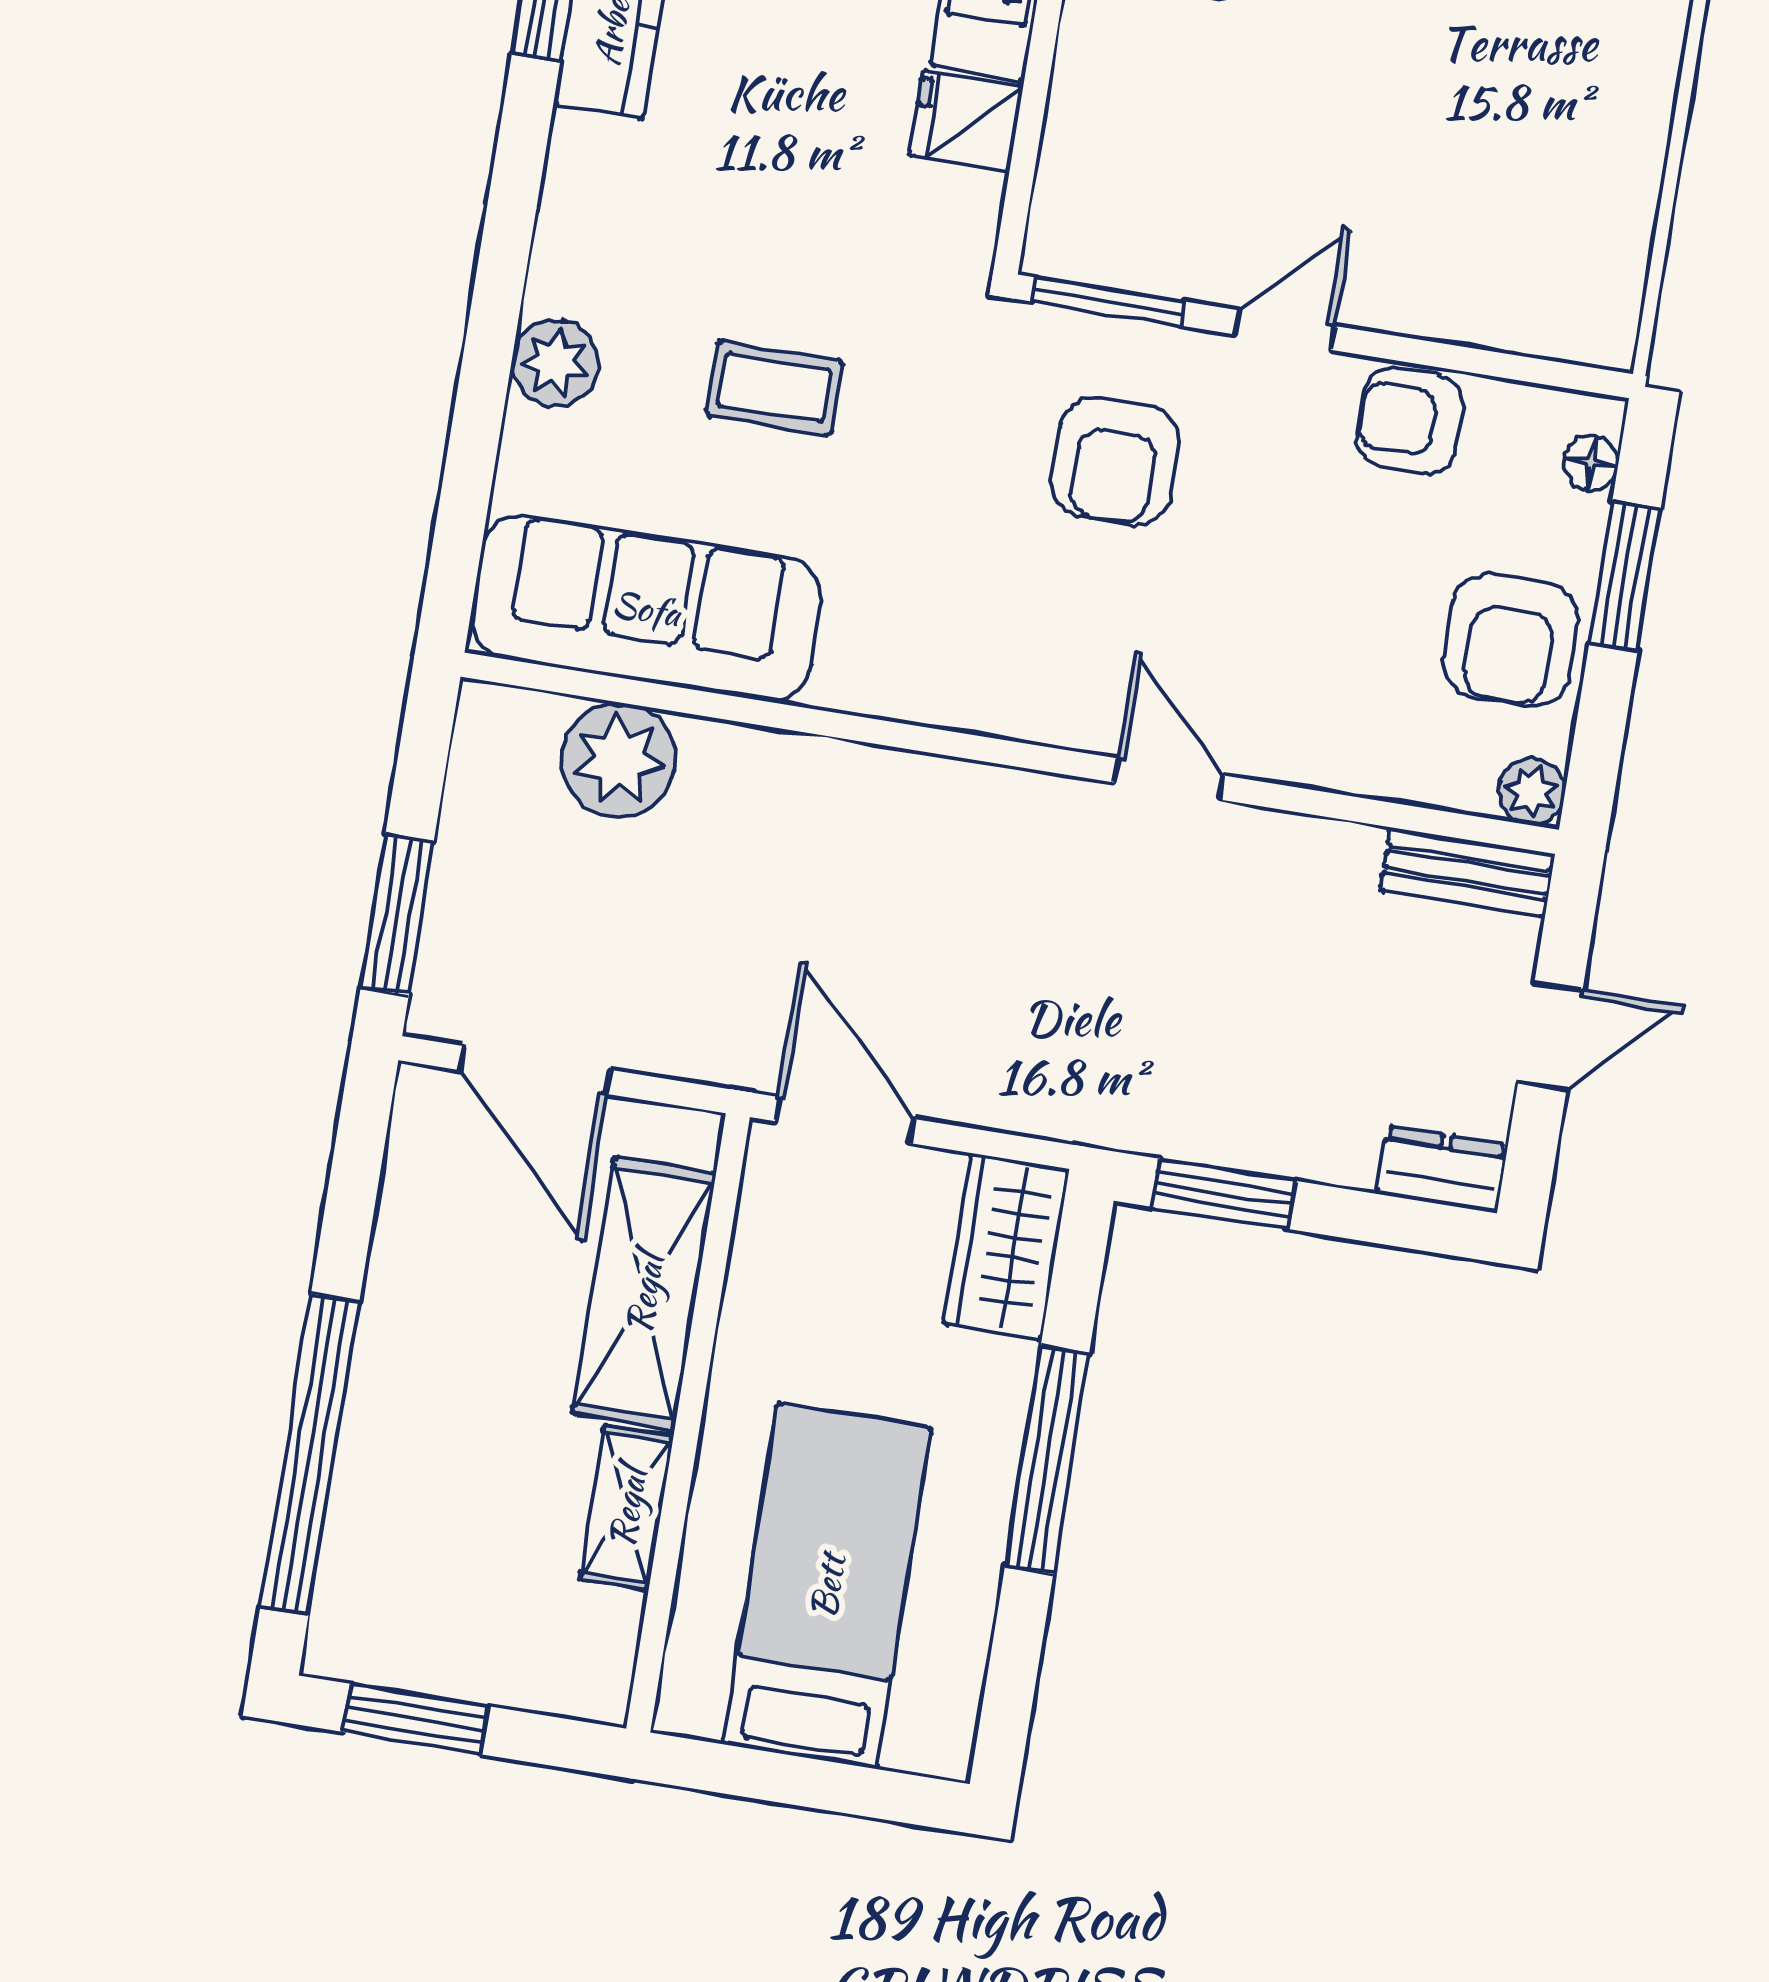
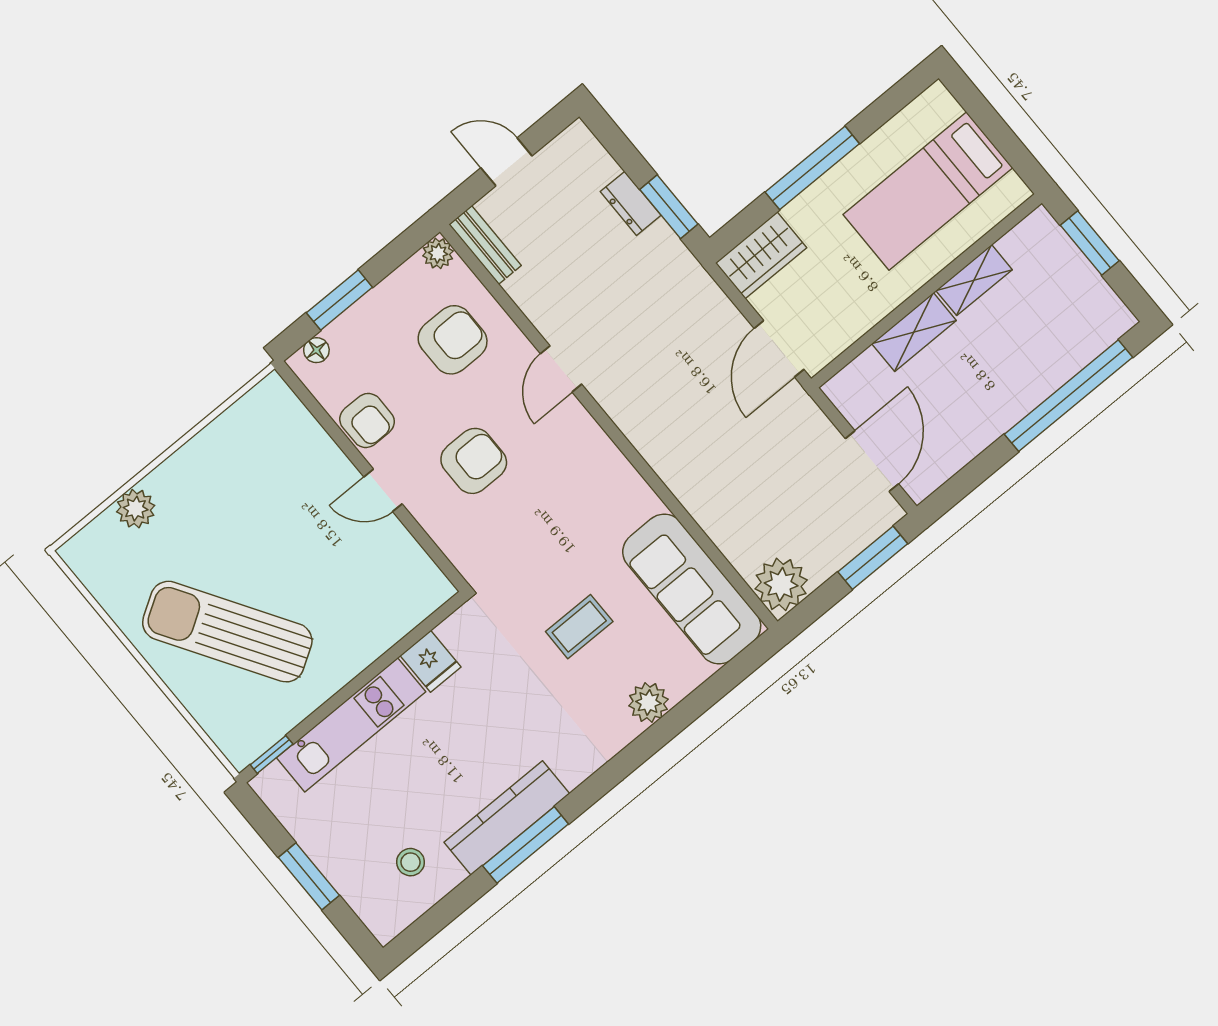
window: (1109, 302) -> (436, 554), removed
coffee table: (775, 388) -> (579, 627), turned 90
armchair: (1115, 461) -> (474, 461), moved
armchair: (1511, 640) -> (453, 340), moved
plant: (619, 760) -> (781, 584), moved
dresser: (1442, 1170) -> (631, 203), moved
shelving: (644, 1294) -> (914, 332), width x0.67, depth x0.75
window: (415, 1719) -> (1090, 243), moved

